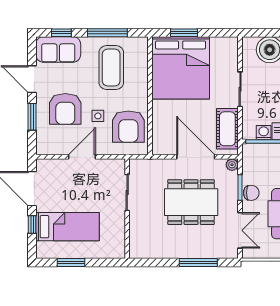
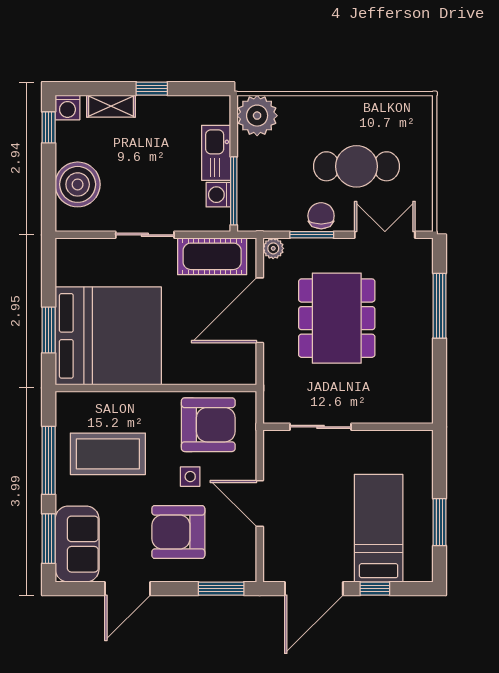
window: (61, 33) -> (49, 539), width x1.50
armchair: (65, 109) -> (178, 532), turned 180
window: (32, 117) -> (221, 589), moved

